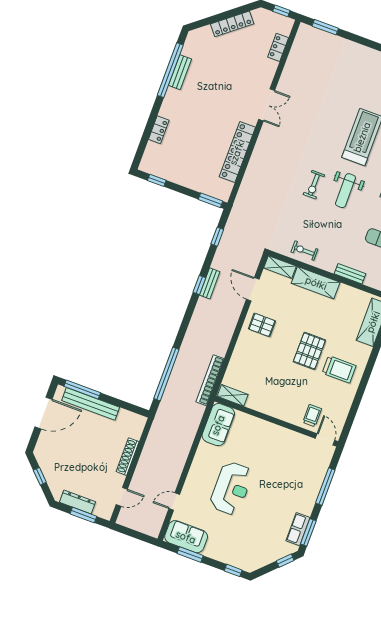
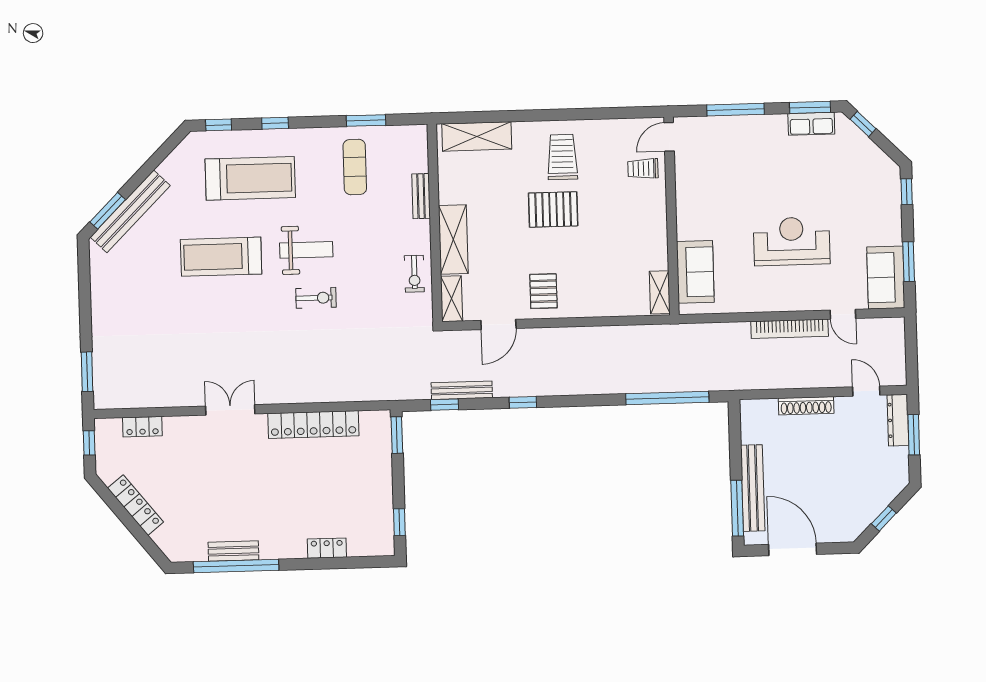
bench: (210, 283) -> (462, 390), moved, width x1.36
bookcase: (210, 380) -> (790, 329), moved
sofa: (218, 425) -> (695, 272), moved, turned 90
dresser: (78, 502) -> (898, 420), moved

